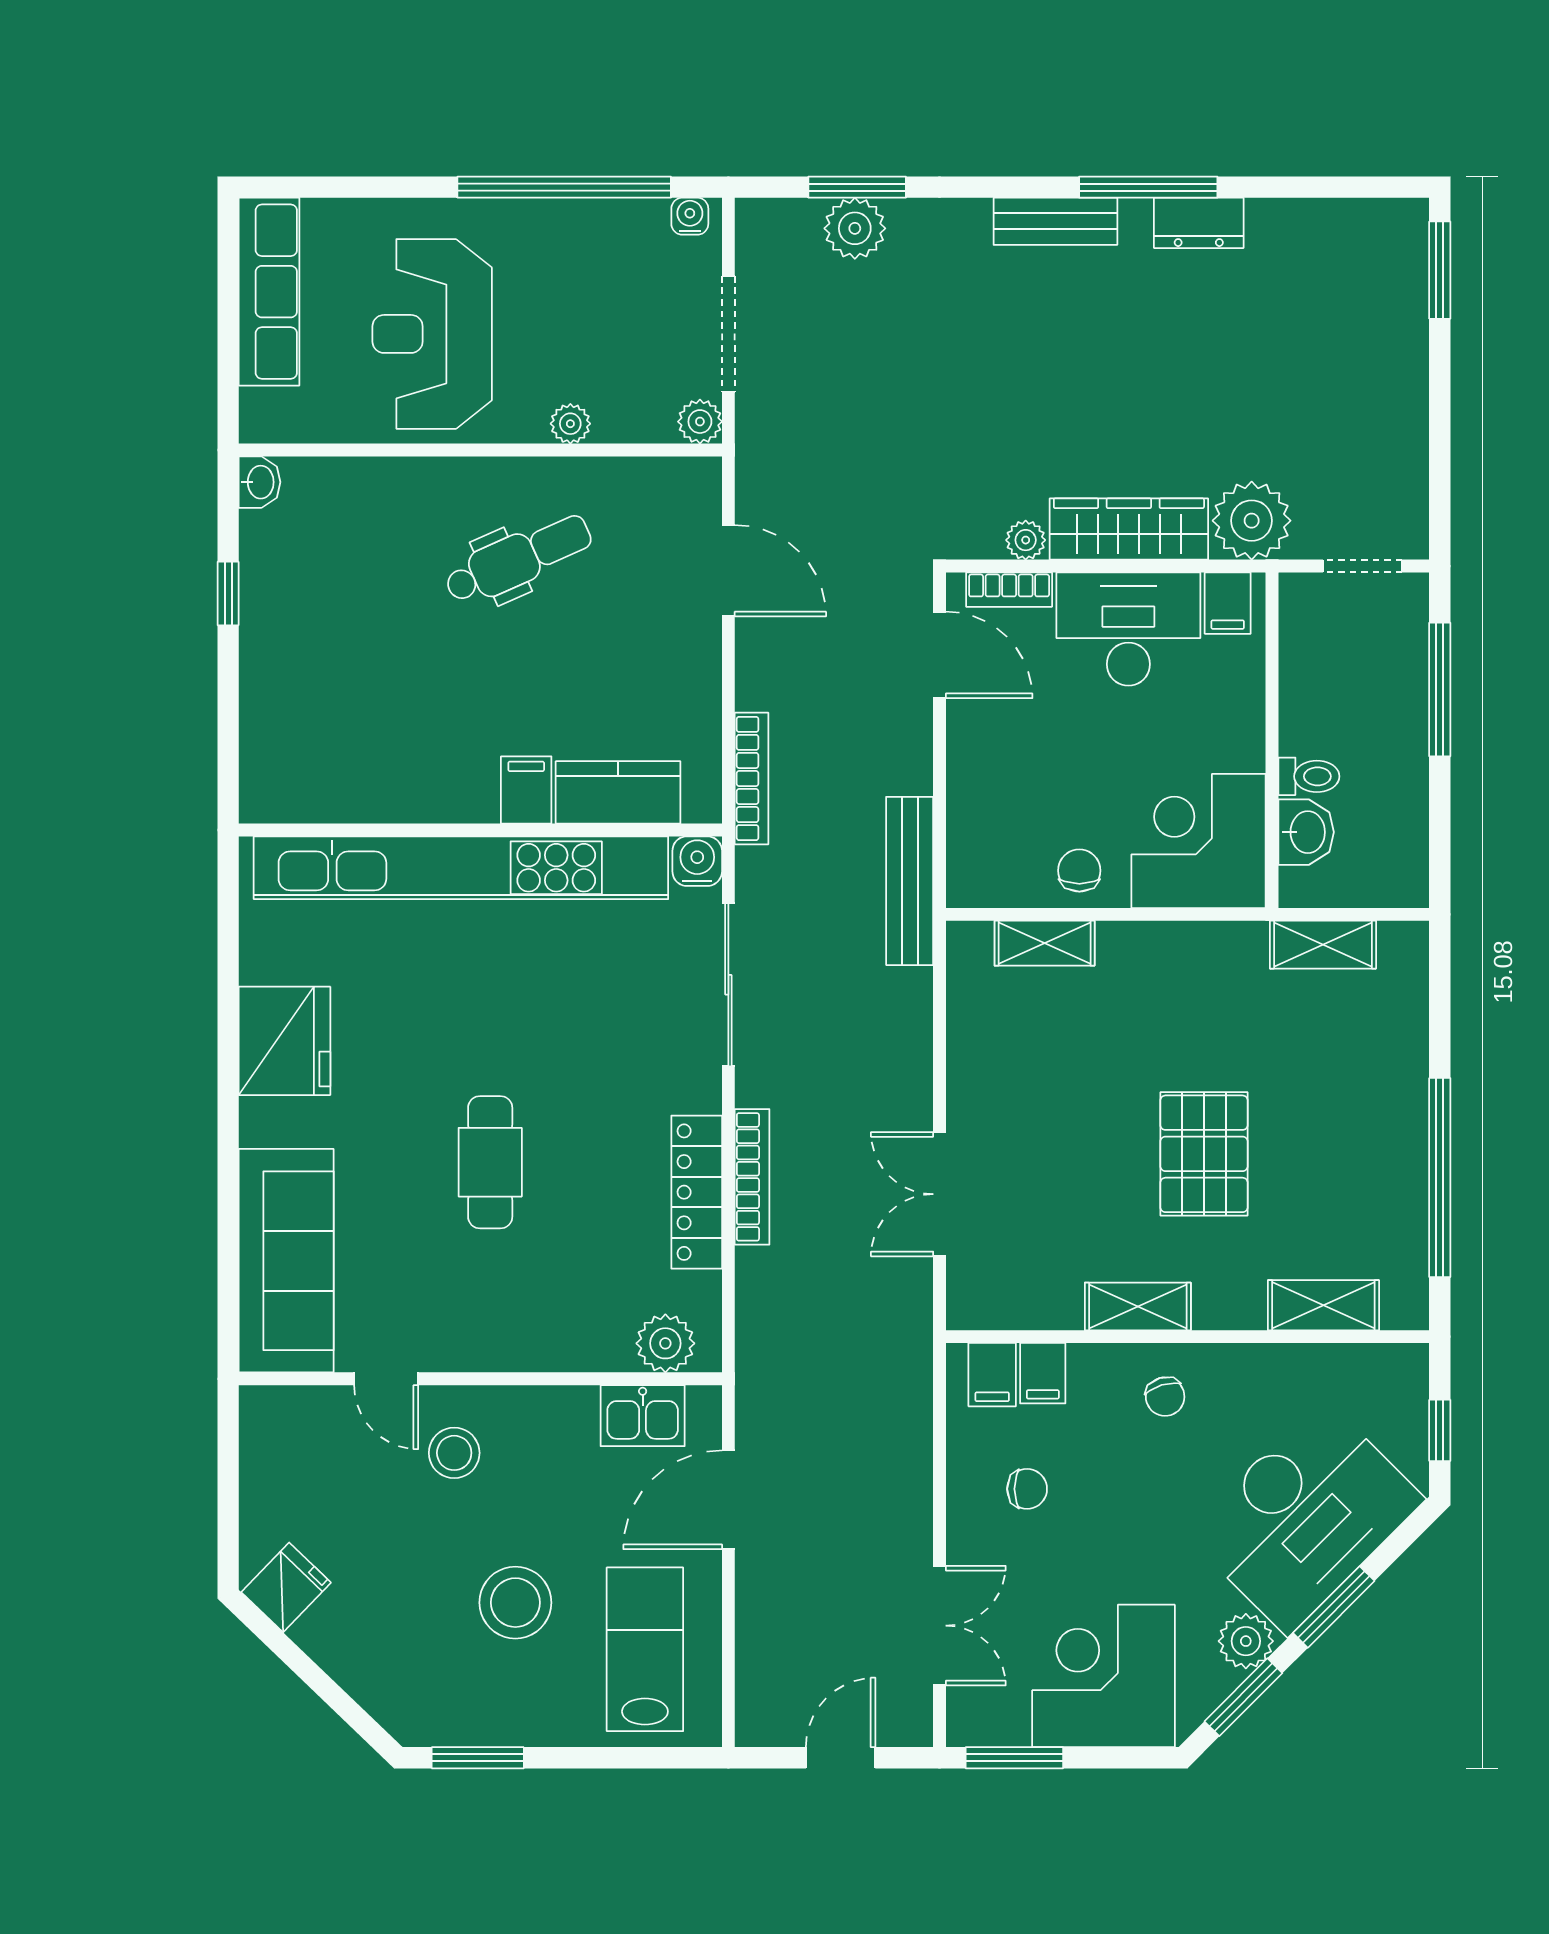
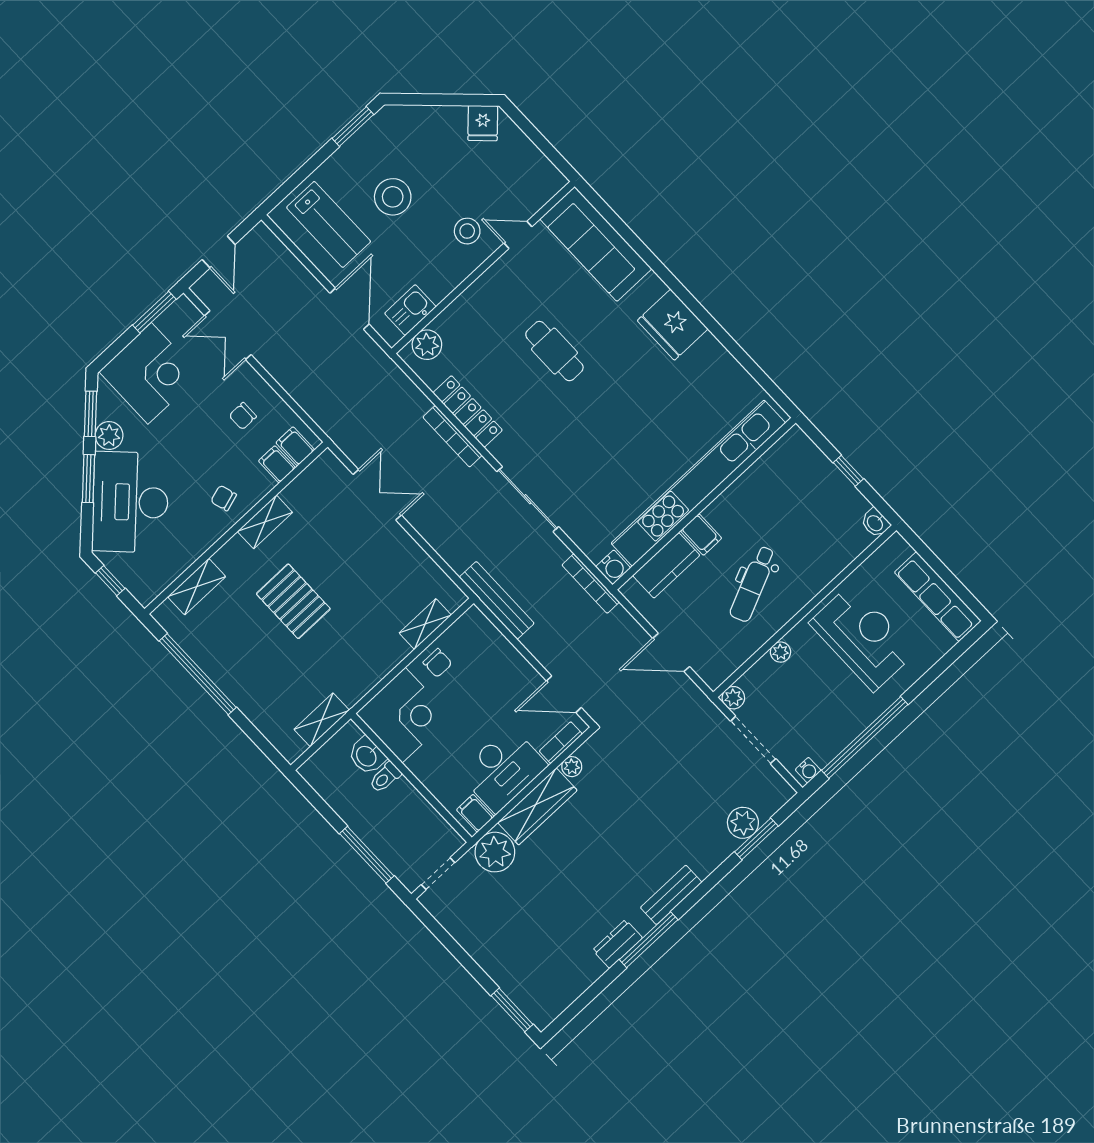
filing cabinet: (526, 790) -> (701, 534), moved
kitchen counter: (618, 792) -> (666, 565), moved
wall: (480, 830) -> (704, 504), moved
water cooler: (697, 861) -> (613, 567), moved
kitchen unit: (461, 868) -> (698, 483), moved

